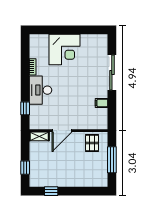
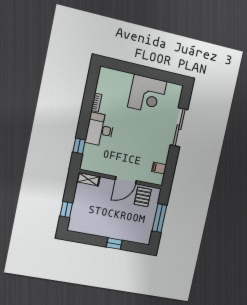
corner desk: (65, 49) -> (147, 94), moved
filing cabinet: (101, 103) -> (159, 168), moved
door: (62, 131) -> (126, 180), moved
window: (51, 191) -> (114, 244), moved

